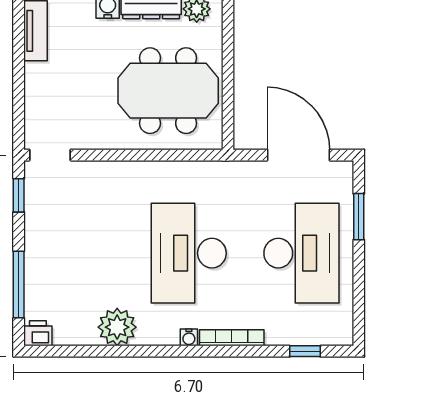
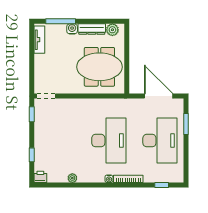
desk: (189, 253) -> (109, 141), turned 180
window: (19, 285) -> (32, 155), width x0.46
plant: (117, 327) -> (72, 178), width x0.53, depth x0.53

